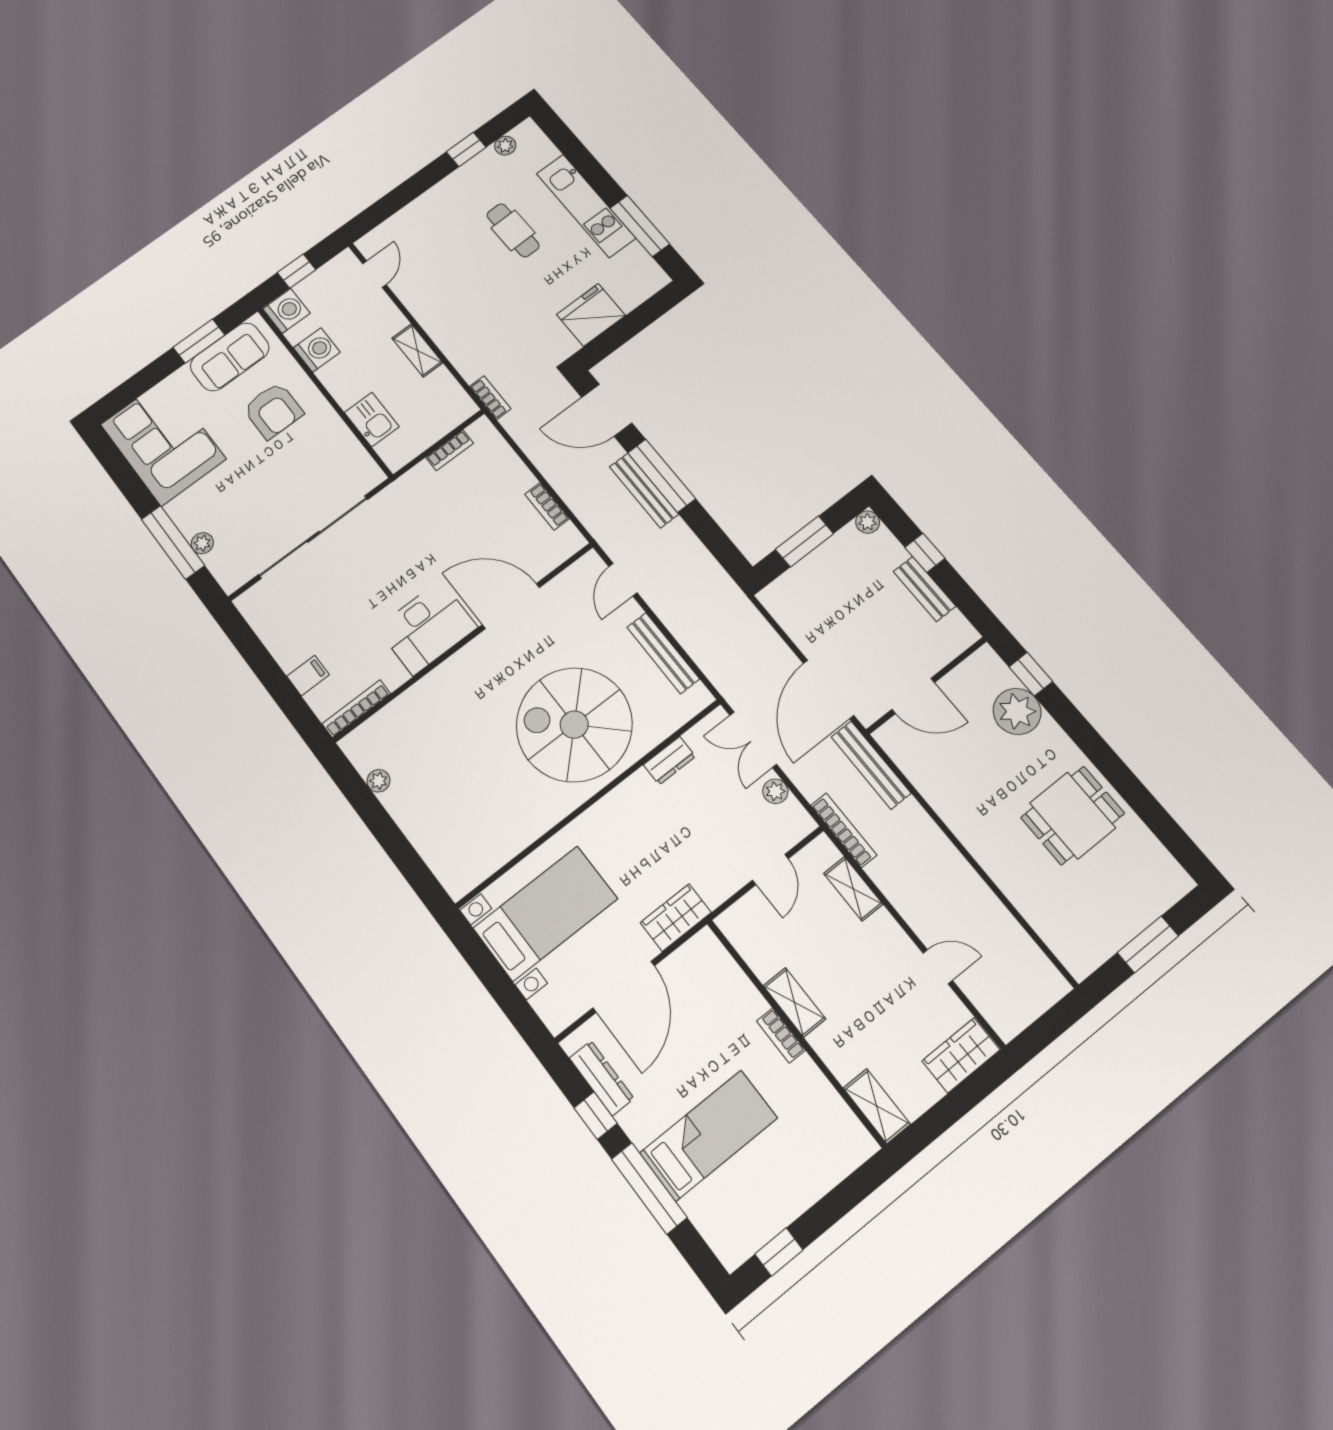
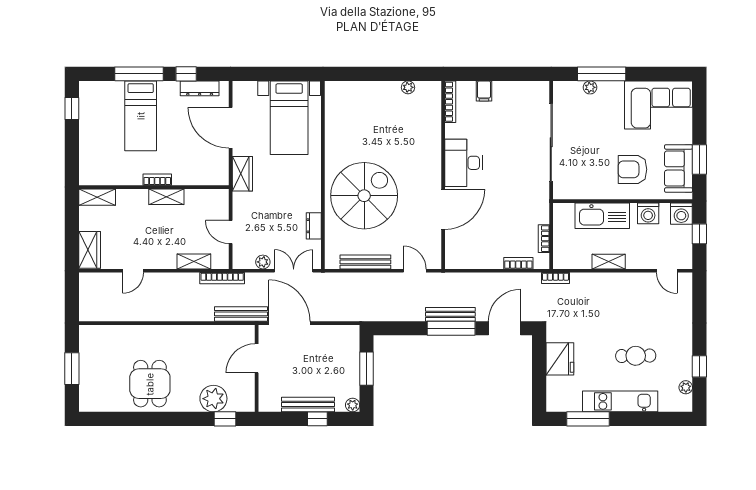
kitchen sink: (372, 420) -> (602, 216), width x1.88, depth x1.24
bookcase: (547, 506) -> (518, 263), moved
bench: (924, 589) -> (308, 405), width x1.36

